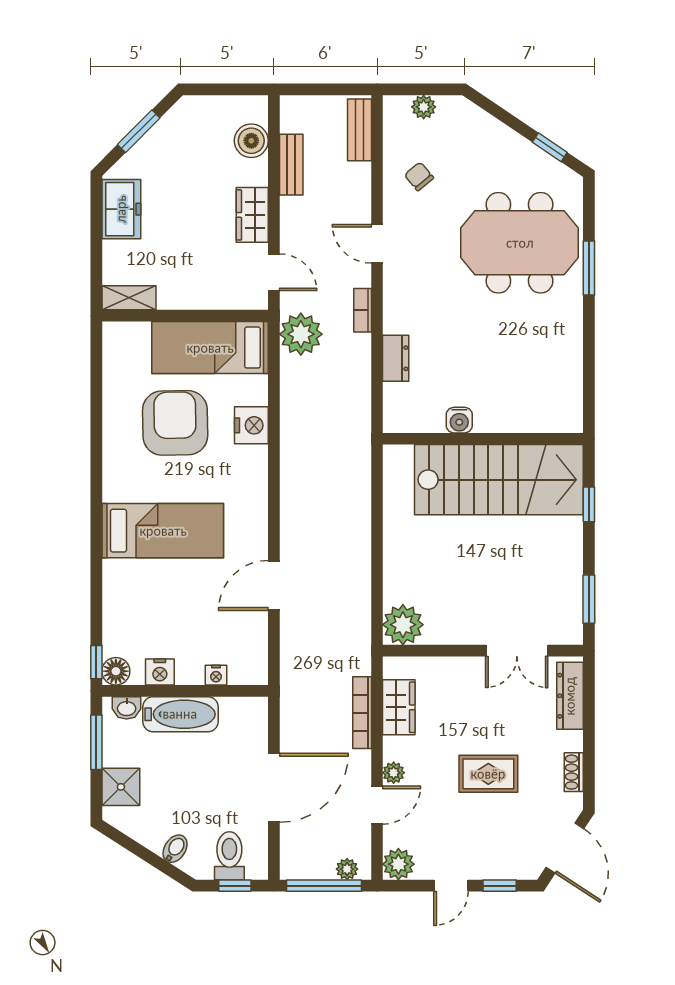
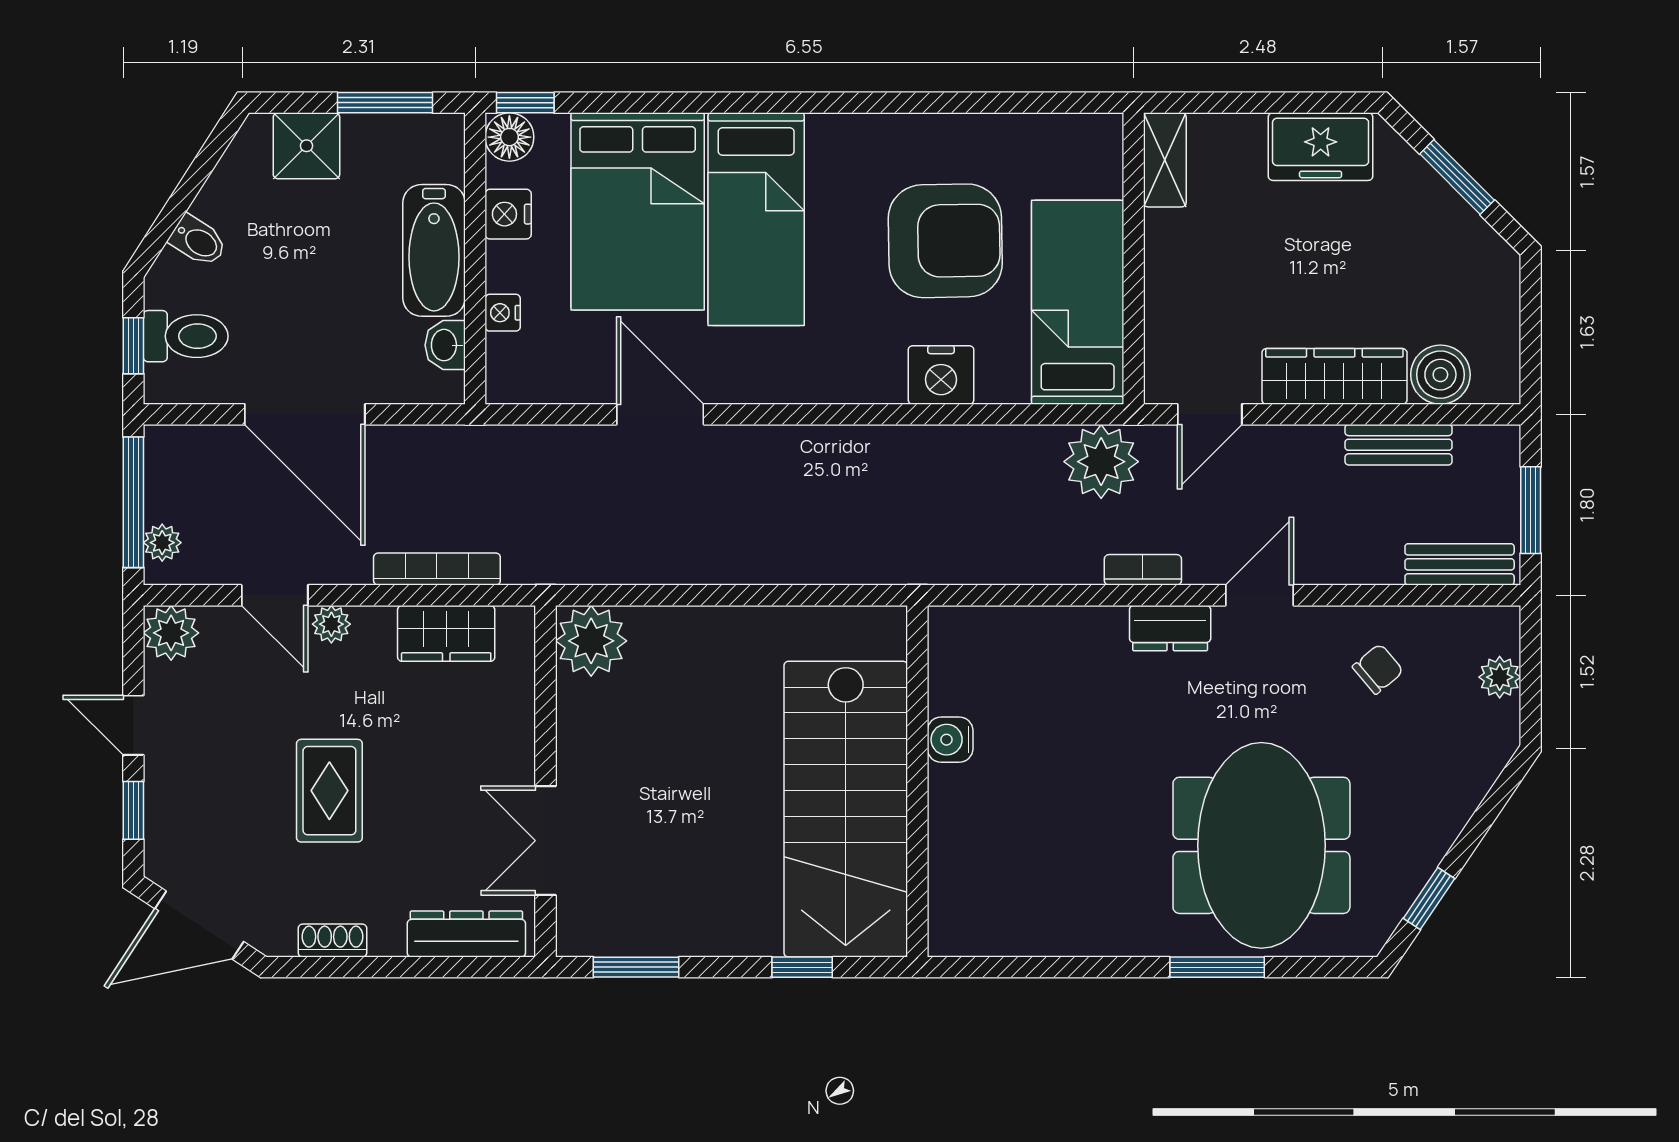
window: (328, 89) -> (1531, 510), added
wardrobe: (252, 215) -> (1334, 376), width x1.50
dresser: (396, 358) -> (1170, 628), moved
bed: (158, 598) -> (638, 211), added
washbasin: (127, 708) -> (445, 345), moved

